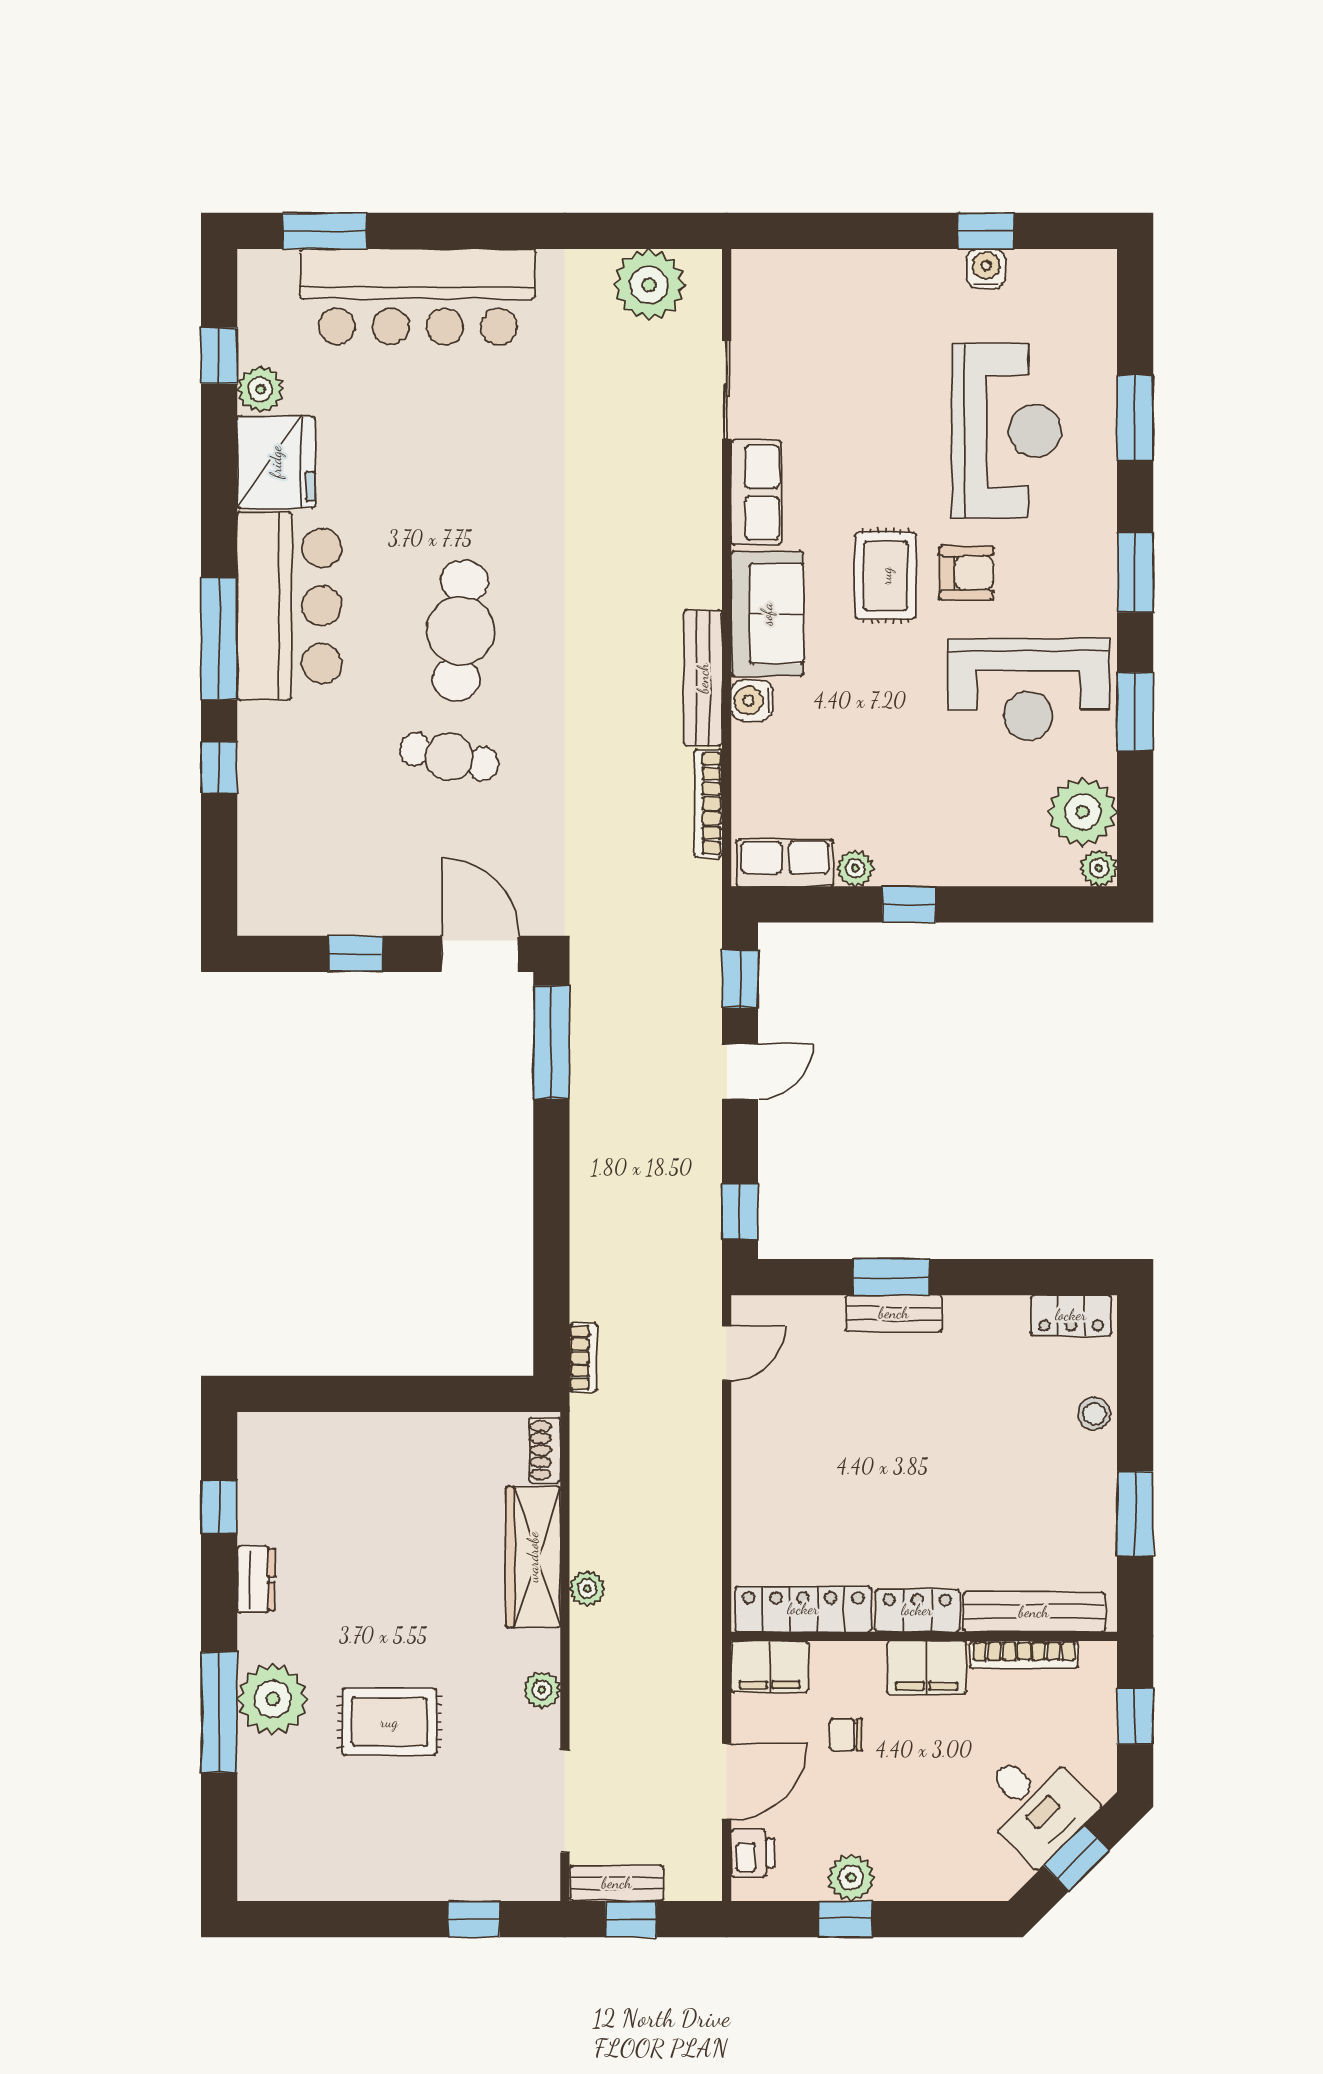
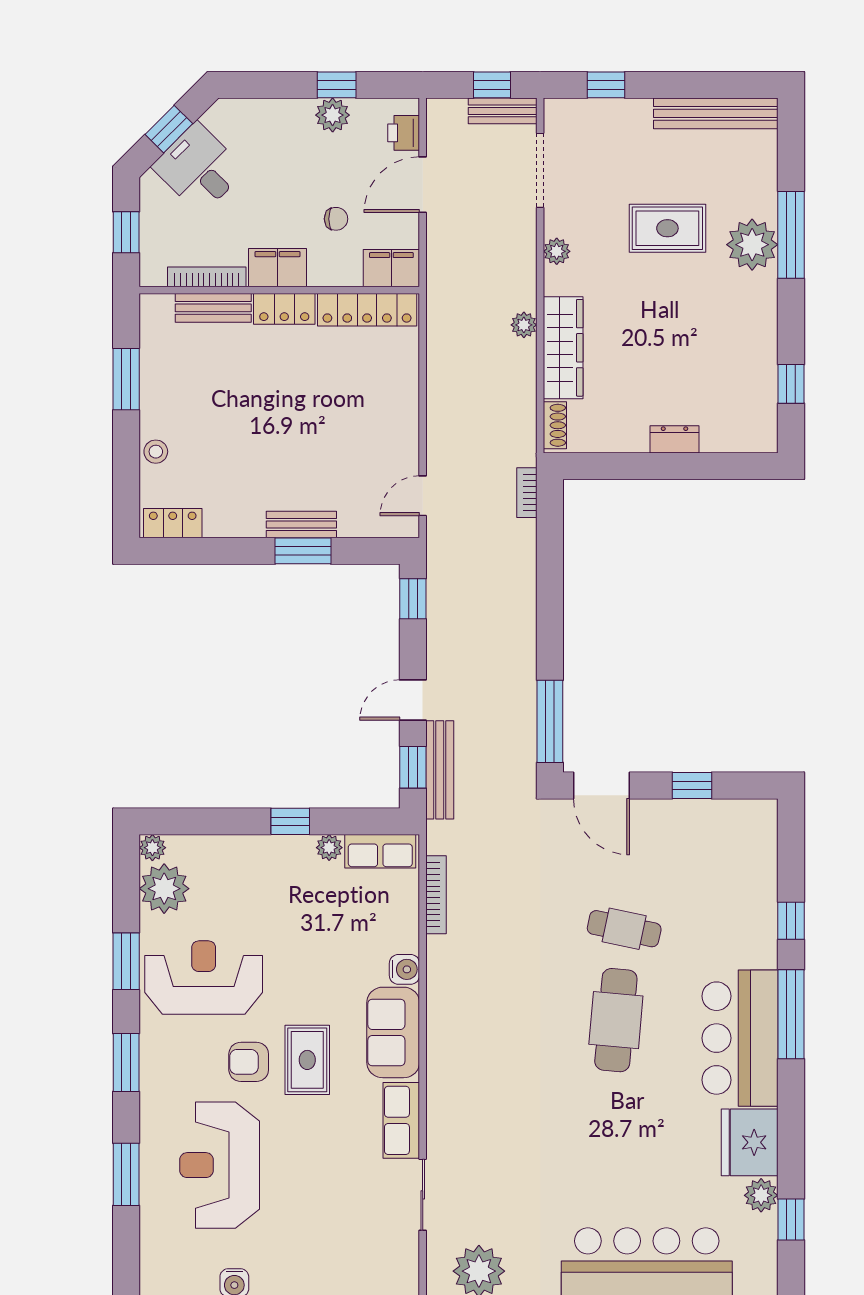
bench: (703, 678) -> (440, 770), moved
dresser: (256, 1579) -> (675, 439), moved, turned 90
bench: (1034, 1612) -> (213, 308), width x0.73
bench: (323, 1880) -> (716, 113), added

